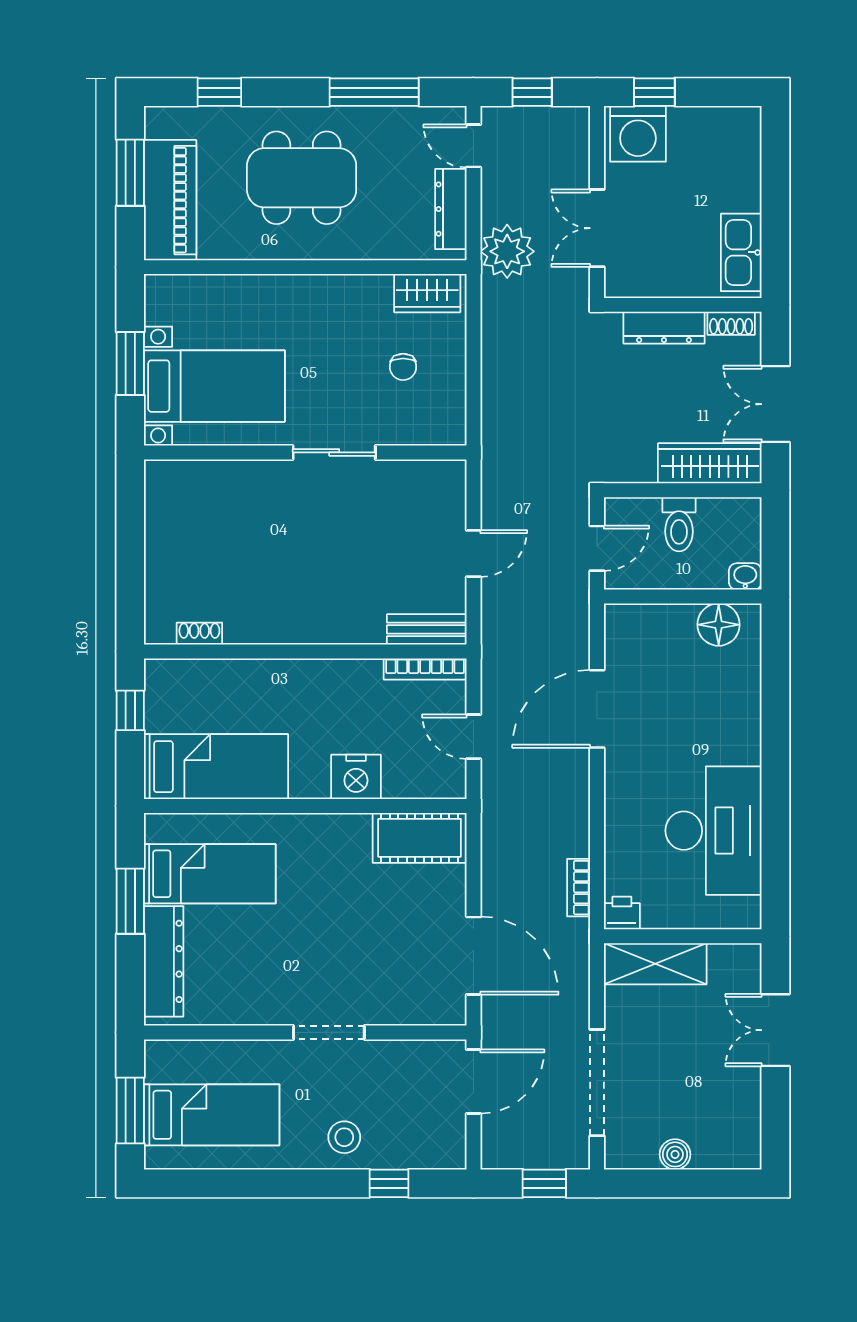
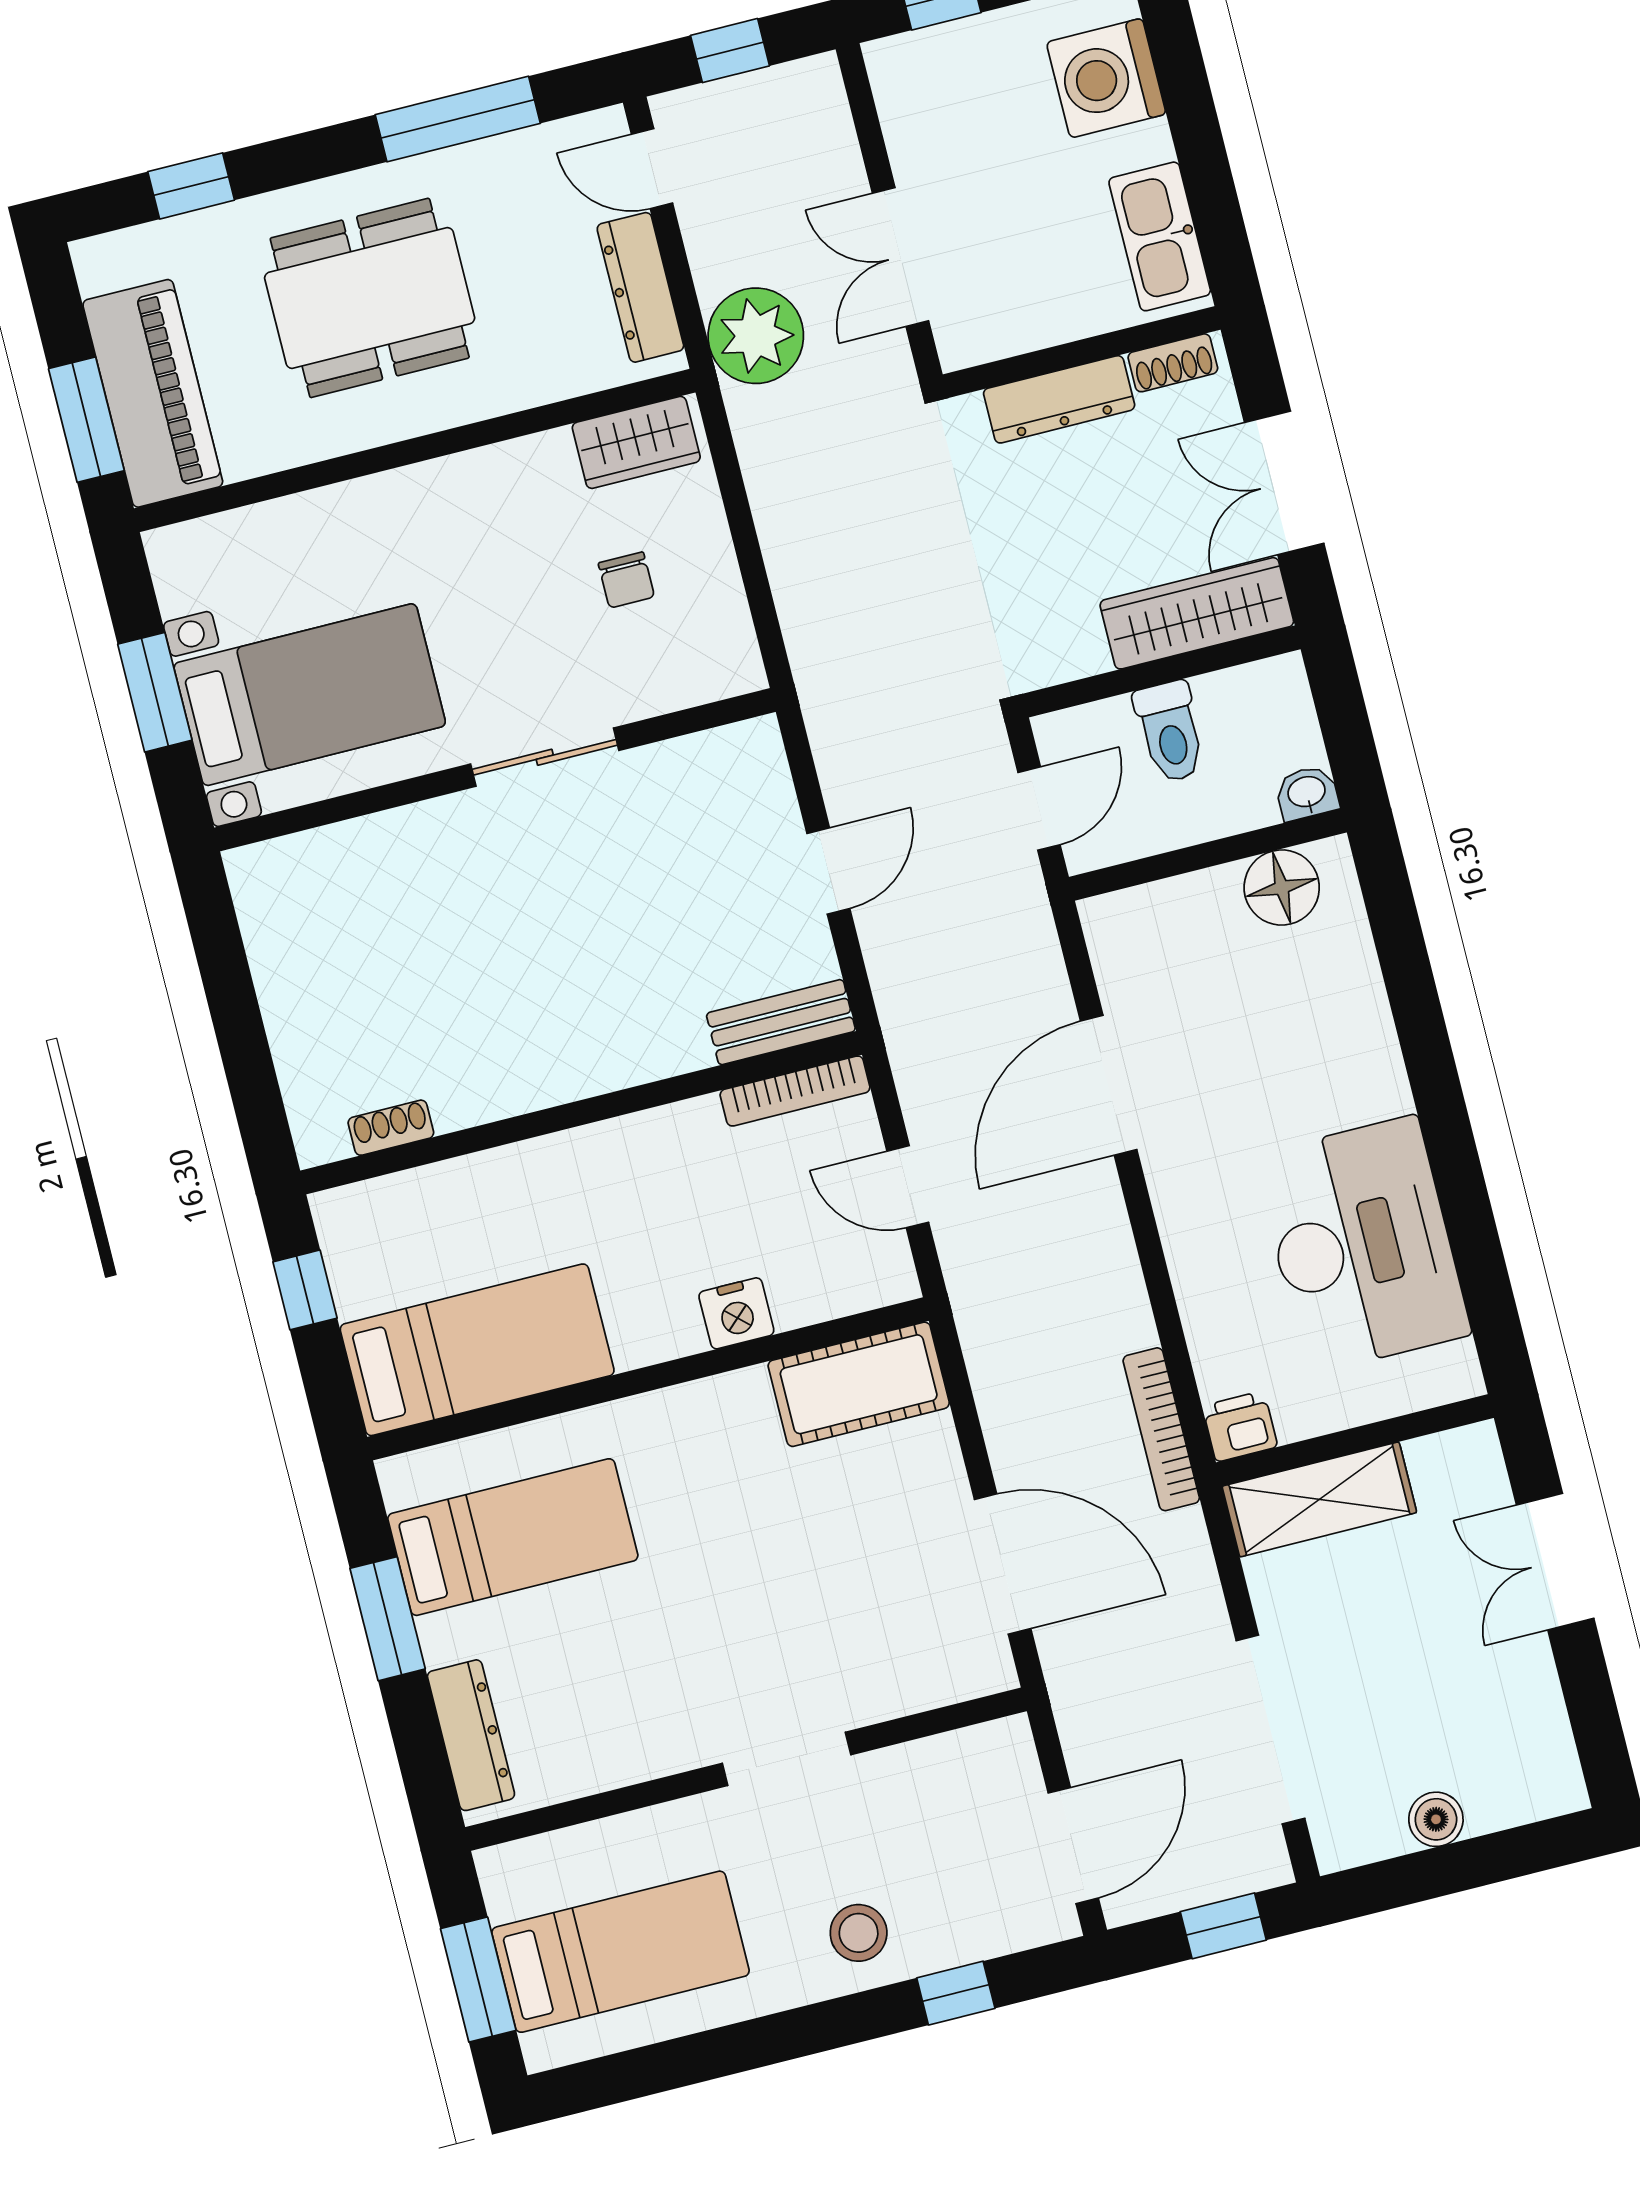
washing machine: (638, 134) -> (1106, 78), moved, turned 90
window: (130, 173) -> (86, 420), moved
nightstand: (356, 777) -> (736, 1313), width x0.74, depth x0.75
bookcase: (579, 888) -> (1161, 1429), width x1.56
dresser: (164, 961) -> (471, 1735), width x0.73, depth x0.80
door: (473, 1081) -> (1073, 1846), moved

